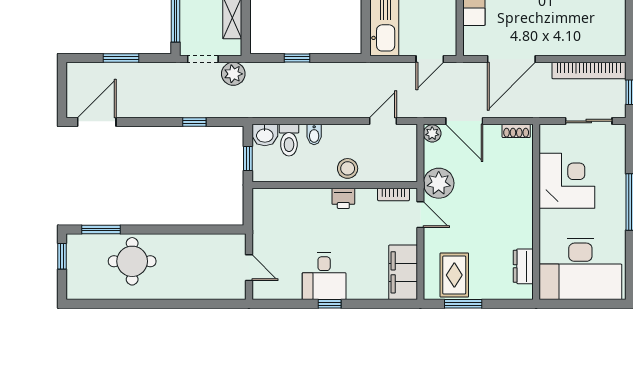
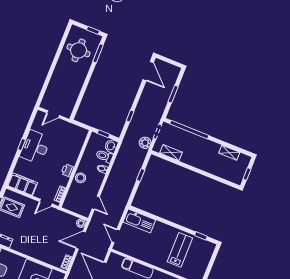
plant: (439, 183) -> (57, 217), removed
round table: (132, 261) -> (79, 50), moved
desk: (324, 276) -> (35, 147), width x1.37

